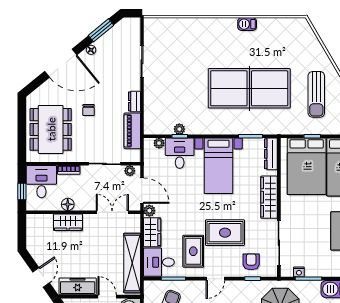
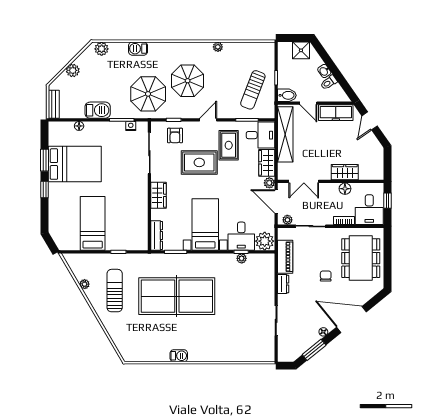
plant: (159, 143) -> (265, 241), width x1.87, depth x1.87
bed: (307, 166) -> (124, 224), removed
wardrobe: (269, 197) -> (158, 195), width x0.67

